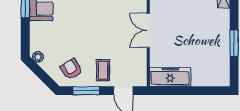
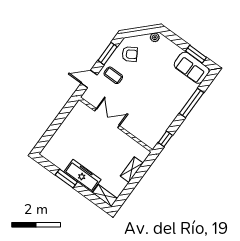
double door: (148, 30) -> (107, 118), moved
freezer: (170, 77) -> (82, 176), moved, turned -90

